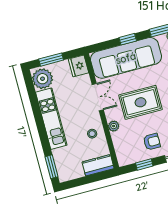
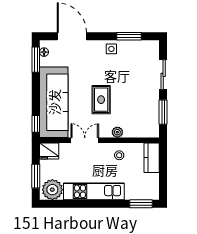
window: (128, 39) -> (36, 124), moved
rug: (141, 102) -> (101, 100), width x0.73, depth x0.70
armchair: (152, 142) -> (143, 99), removed
window: (144, 165) -> (163, 112), width x1.50

